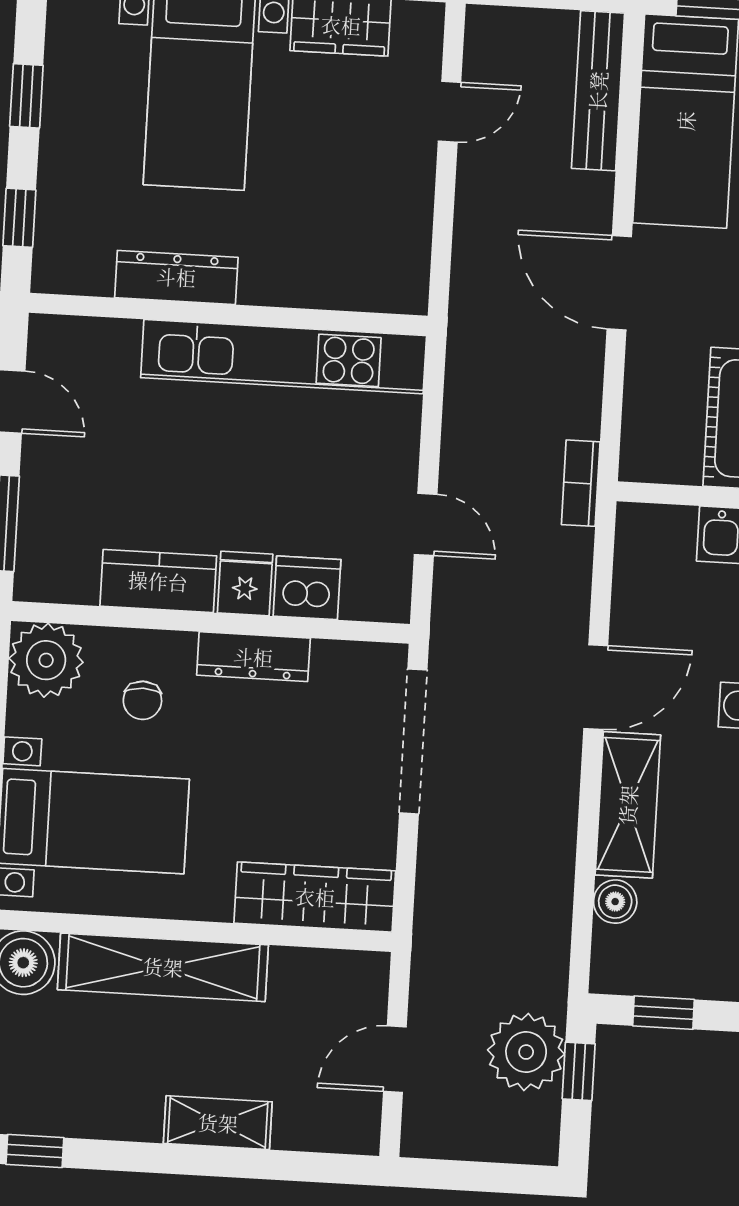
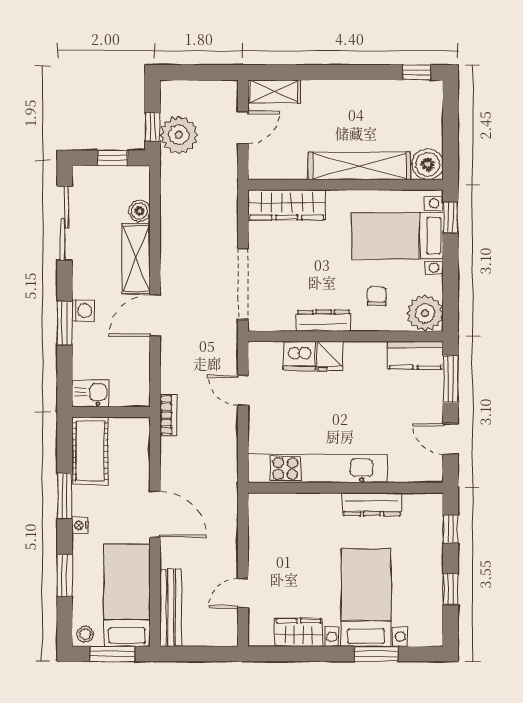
kitchen counter: (158, 581) -> (415, 355), moved
shelving: (218, 1123) -> (274, 92), moved

